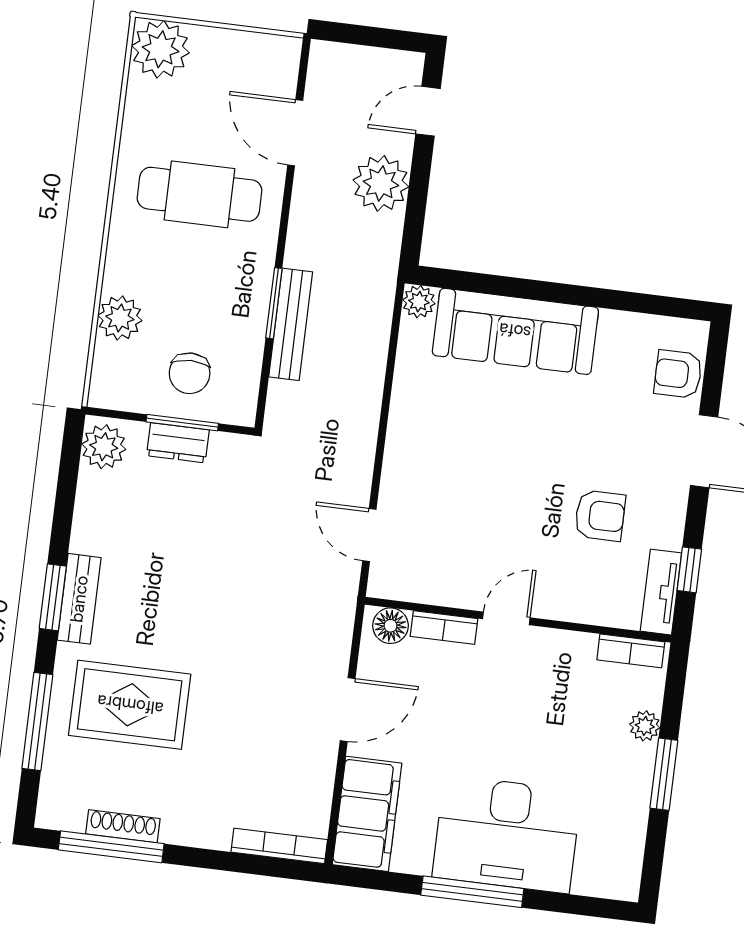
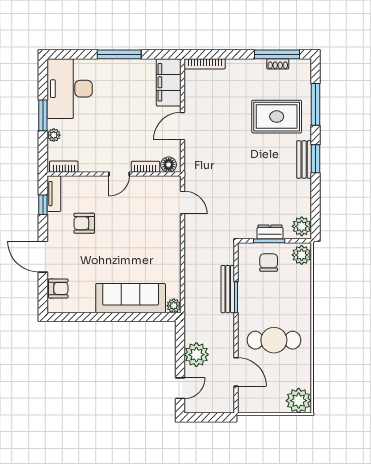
plant: (120, 318) -> (302, 255), moved
shoe rack: (123, 826) -> (278, 64), width x0.70
desk: (507, 834) -> (70, 89), moved, turned -90

